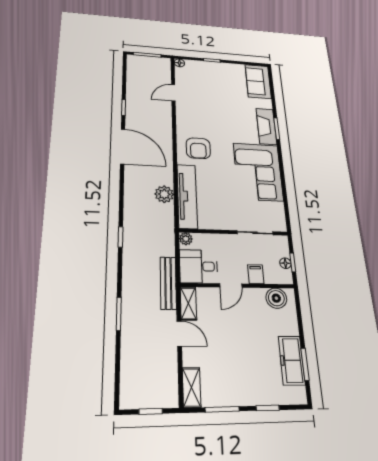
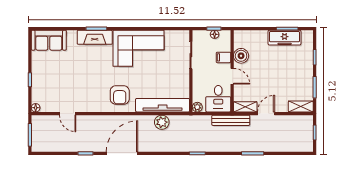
armchair: (198, 148) -> (120, 95), turned 90
boiler: (276, 298) -> (241, 56), moved

